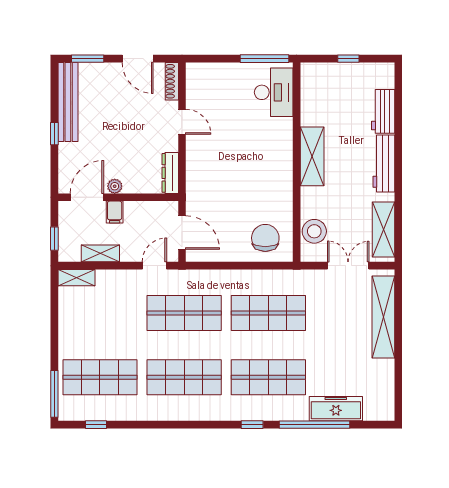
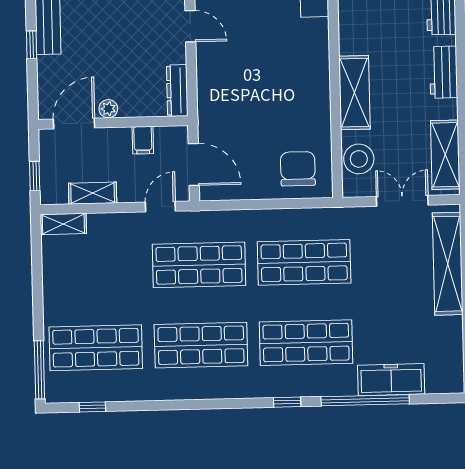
shelving: (312, 156) -> (354, 93), moved
workbench: (384, 163) -> (444, 72), width x0.73
filing cabinet: (115, 212) -> (143, 140), moved

